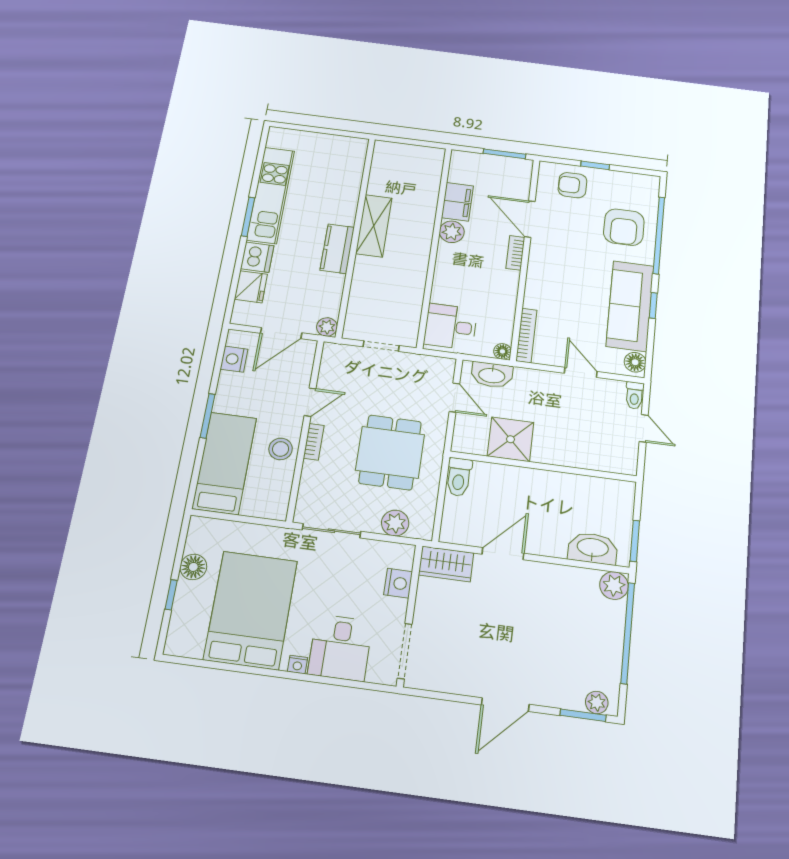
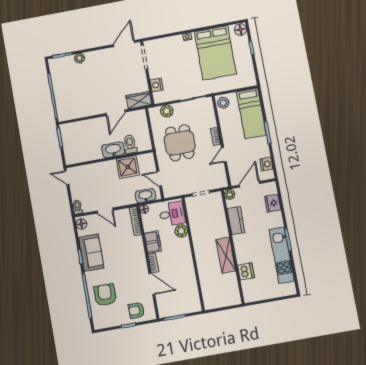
armchair: (572, 185) -> (136, 310), turned 180
filing cabinet: (457, 202) -> (153, 242), moved, turned 180
plant: (452, 232) -> (181, 231), moved
kitchen counter: (337, 249) -> (236, 220), moved
dishwasher: (257, 257) -> (246, 271), moved, turned 180
sofa: (630, 306) -> (91, 253), width x0.73
door: (644, 428) -> (67, 178), moved
stool: (281, 449) -> (223, 103), moved
toilet: (459, 477) -> (130, 144), moved
washbasin: (593, 548) -> (113, 150), moved, turned 180
floor lamp: (193, 567) -> (241, 30), moved
plant: (614, 586) -> (64, 115), removed
desk: (340, 648) -> (172, 50), removed
plant: (597, 702) -> (79, 58), moved
door: (505, 705) -> (124, 44), moved

